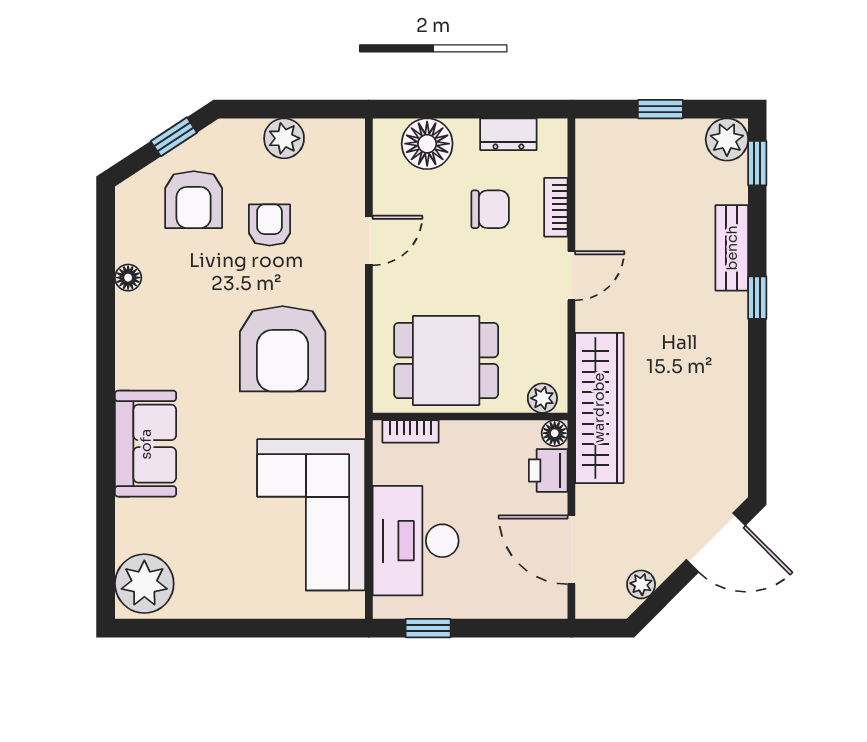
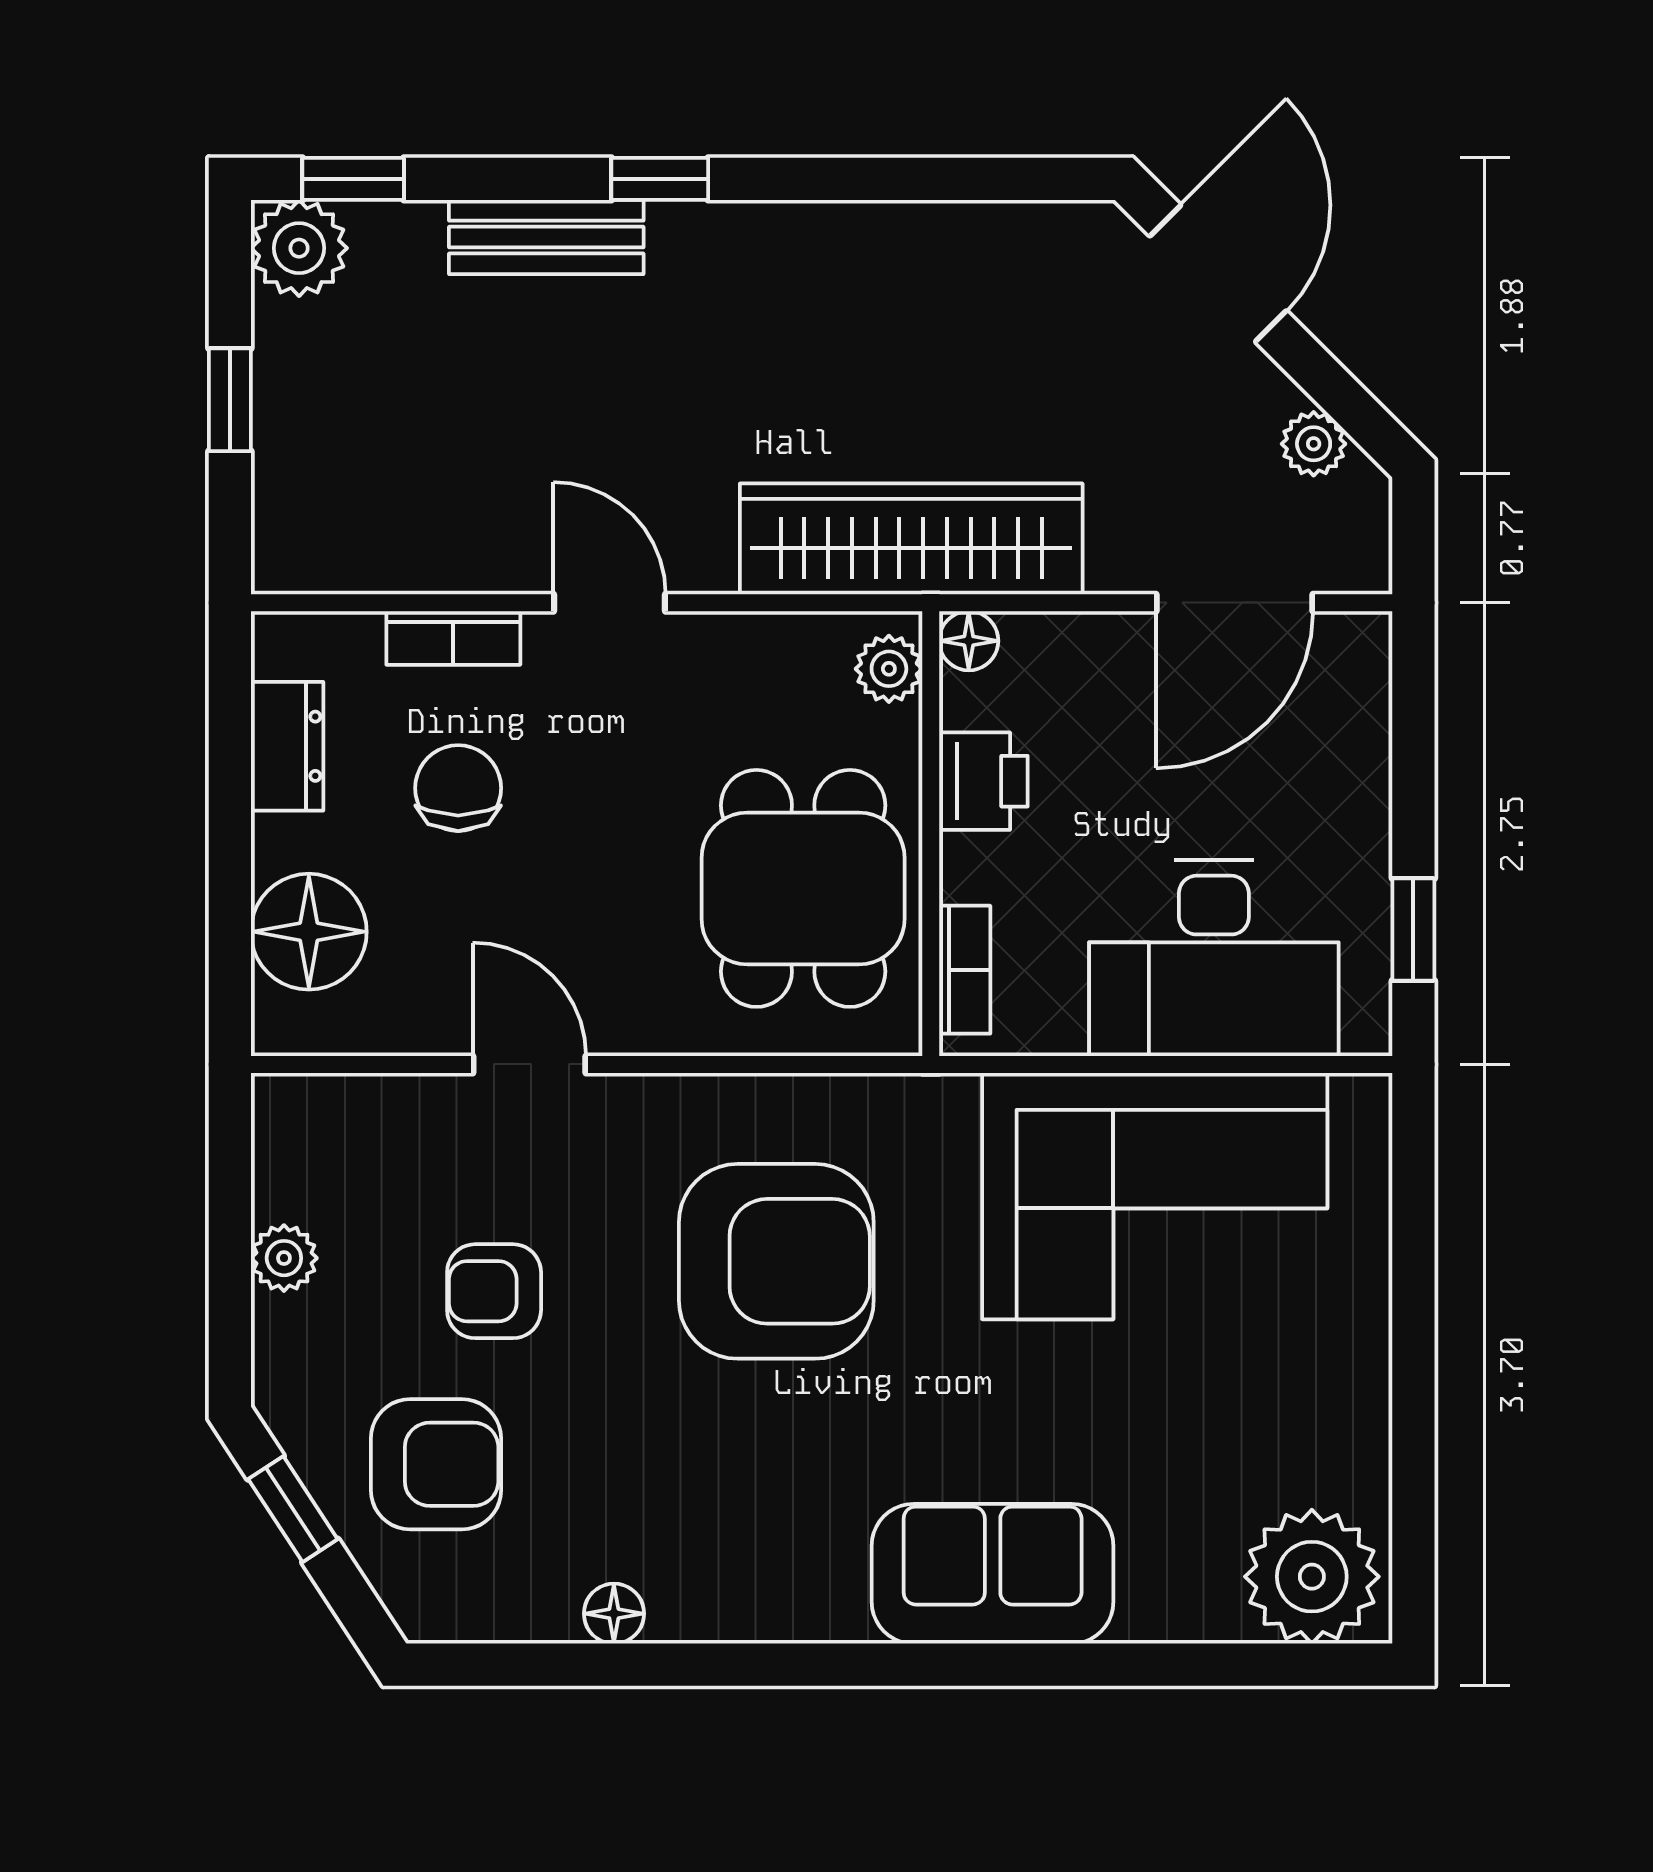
plant: (284, 138) -> (284, 1258), width x0.73, depth x0.73
printer: (548, 470) -> (983, 781), moved, turned -90

